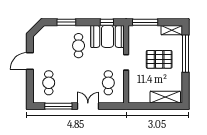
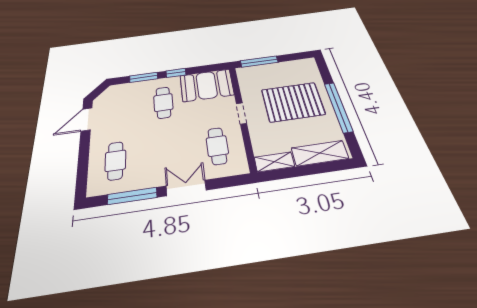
window: (107, 22) -> (176, 73), moved
shelving: (172, 30) -> (274, 162), moved
window: (185, 54) -> (338, 107), moved
pallet: (159, 59) -> (293, 102), width x1.37, depth x1.41
door: (30, 61) -> (87, 119), moved

